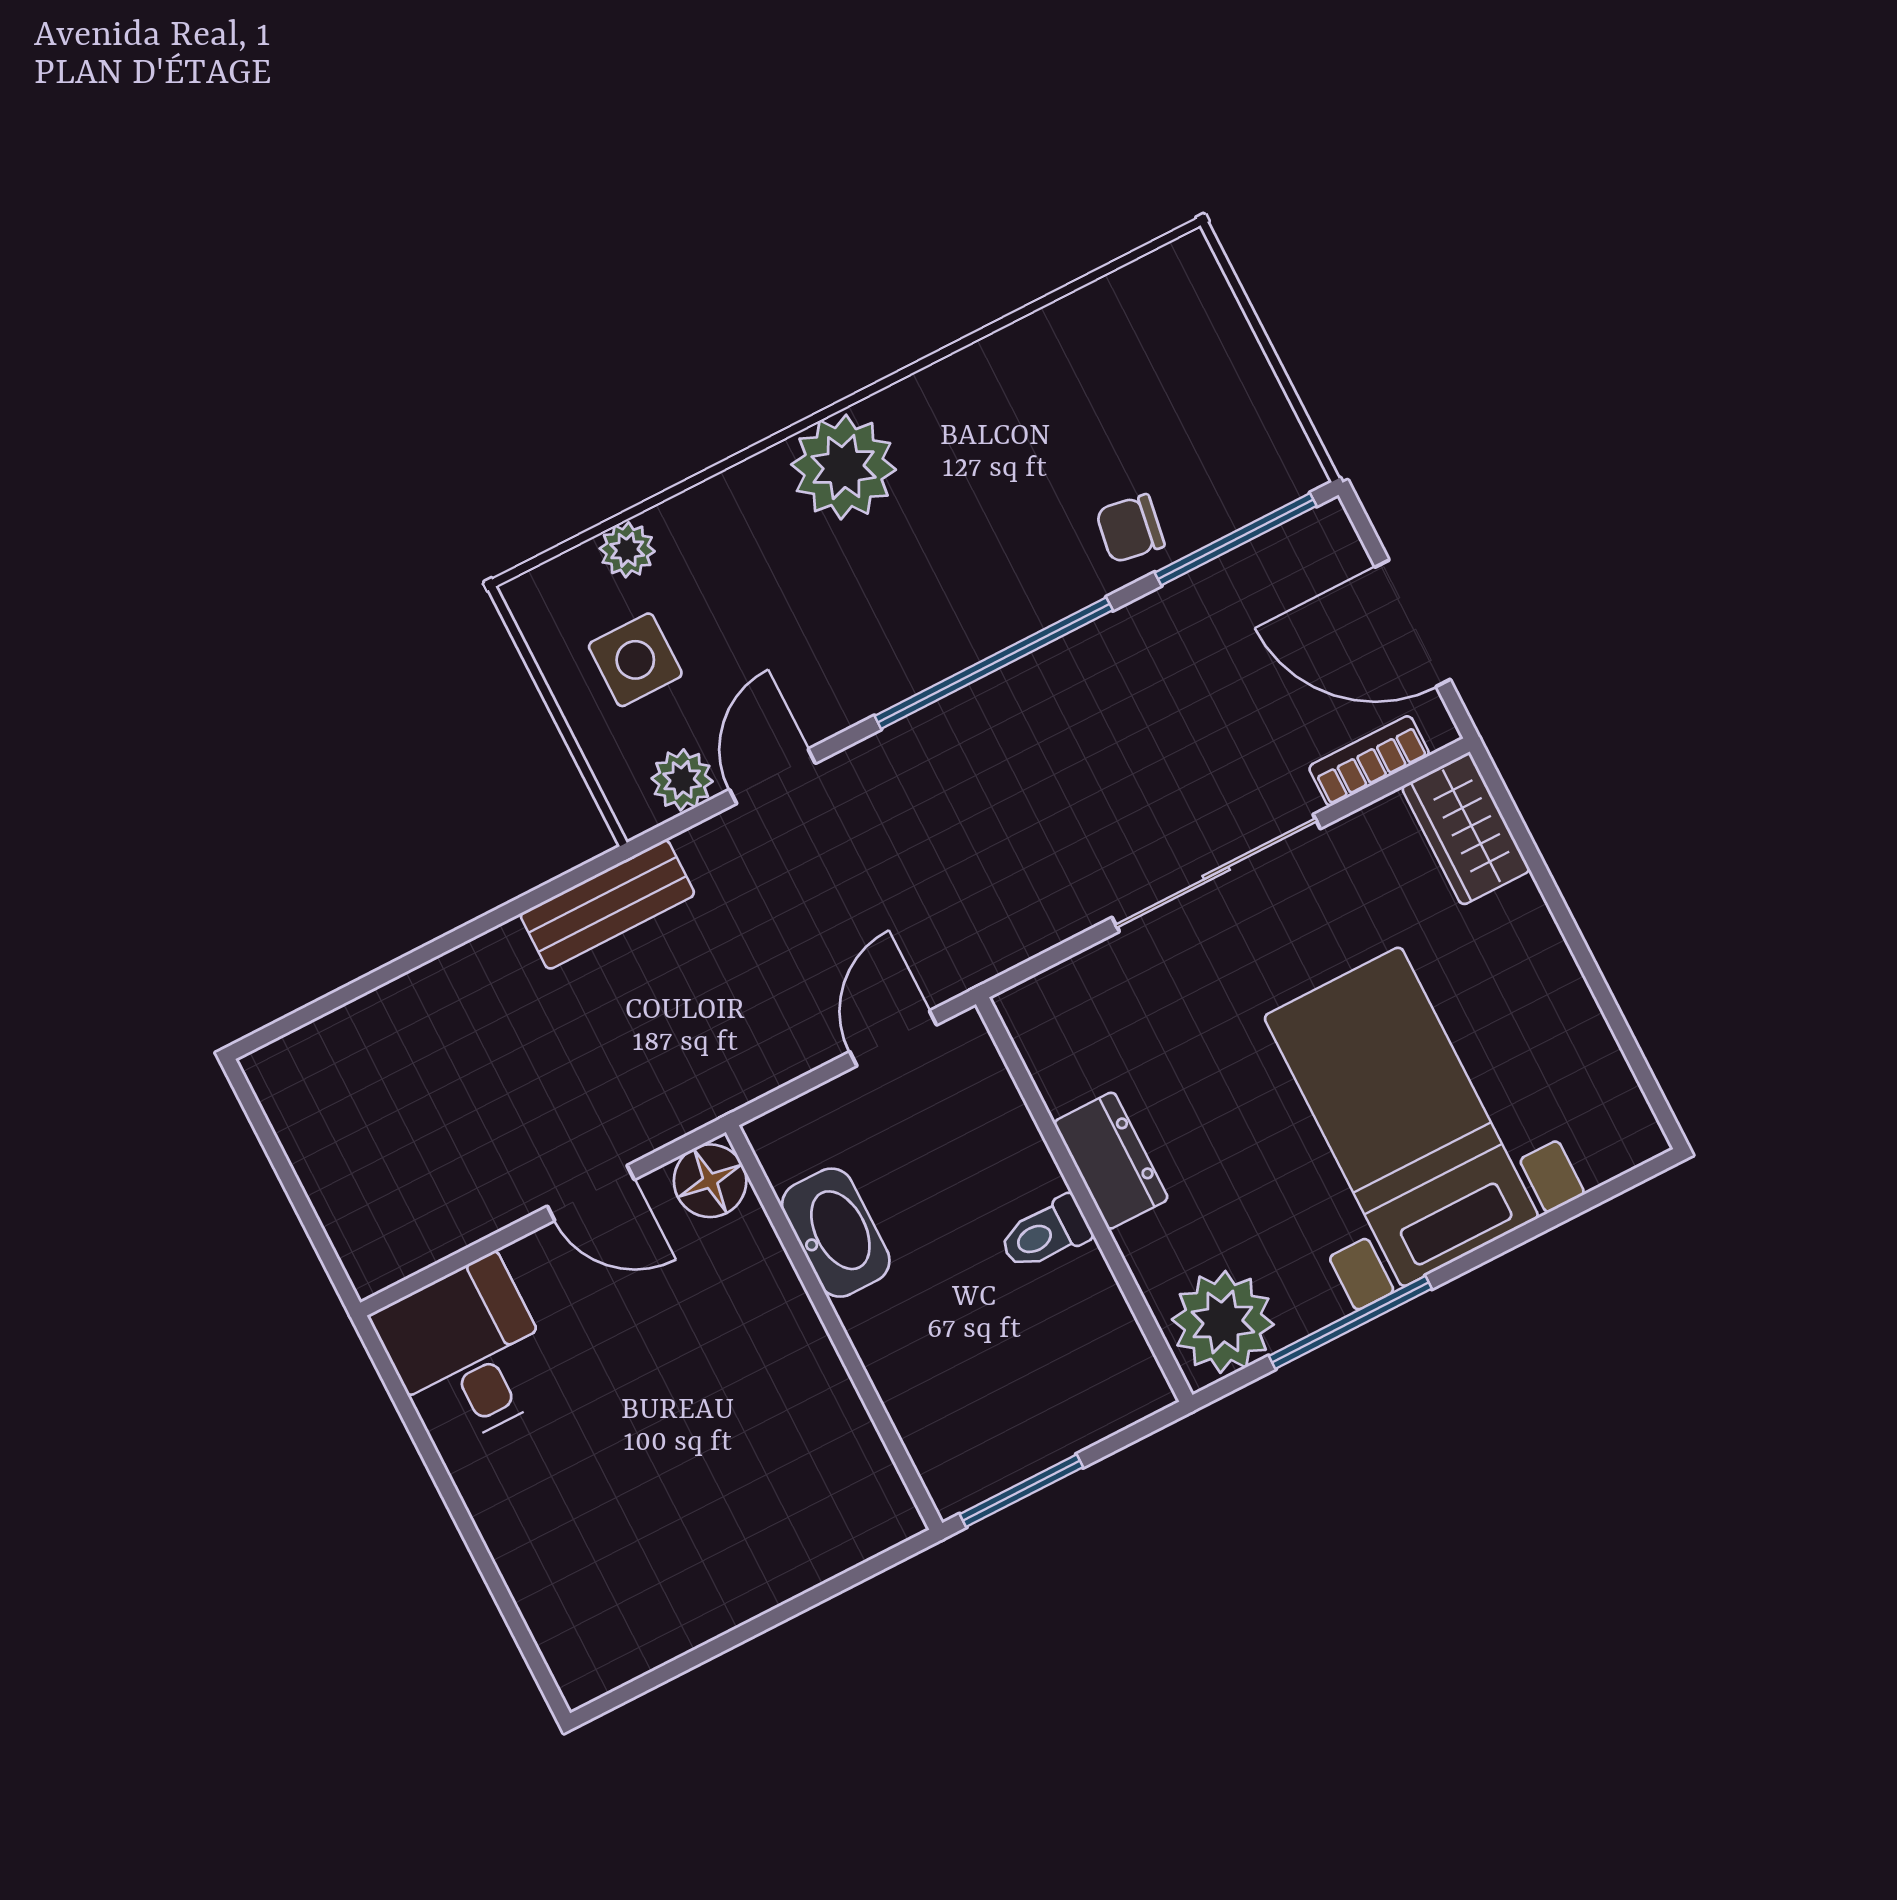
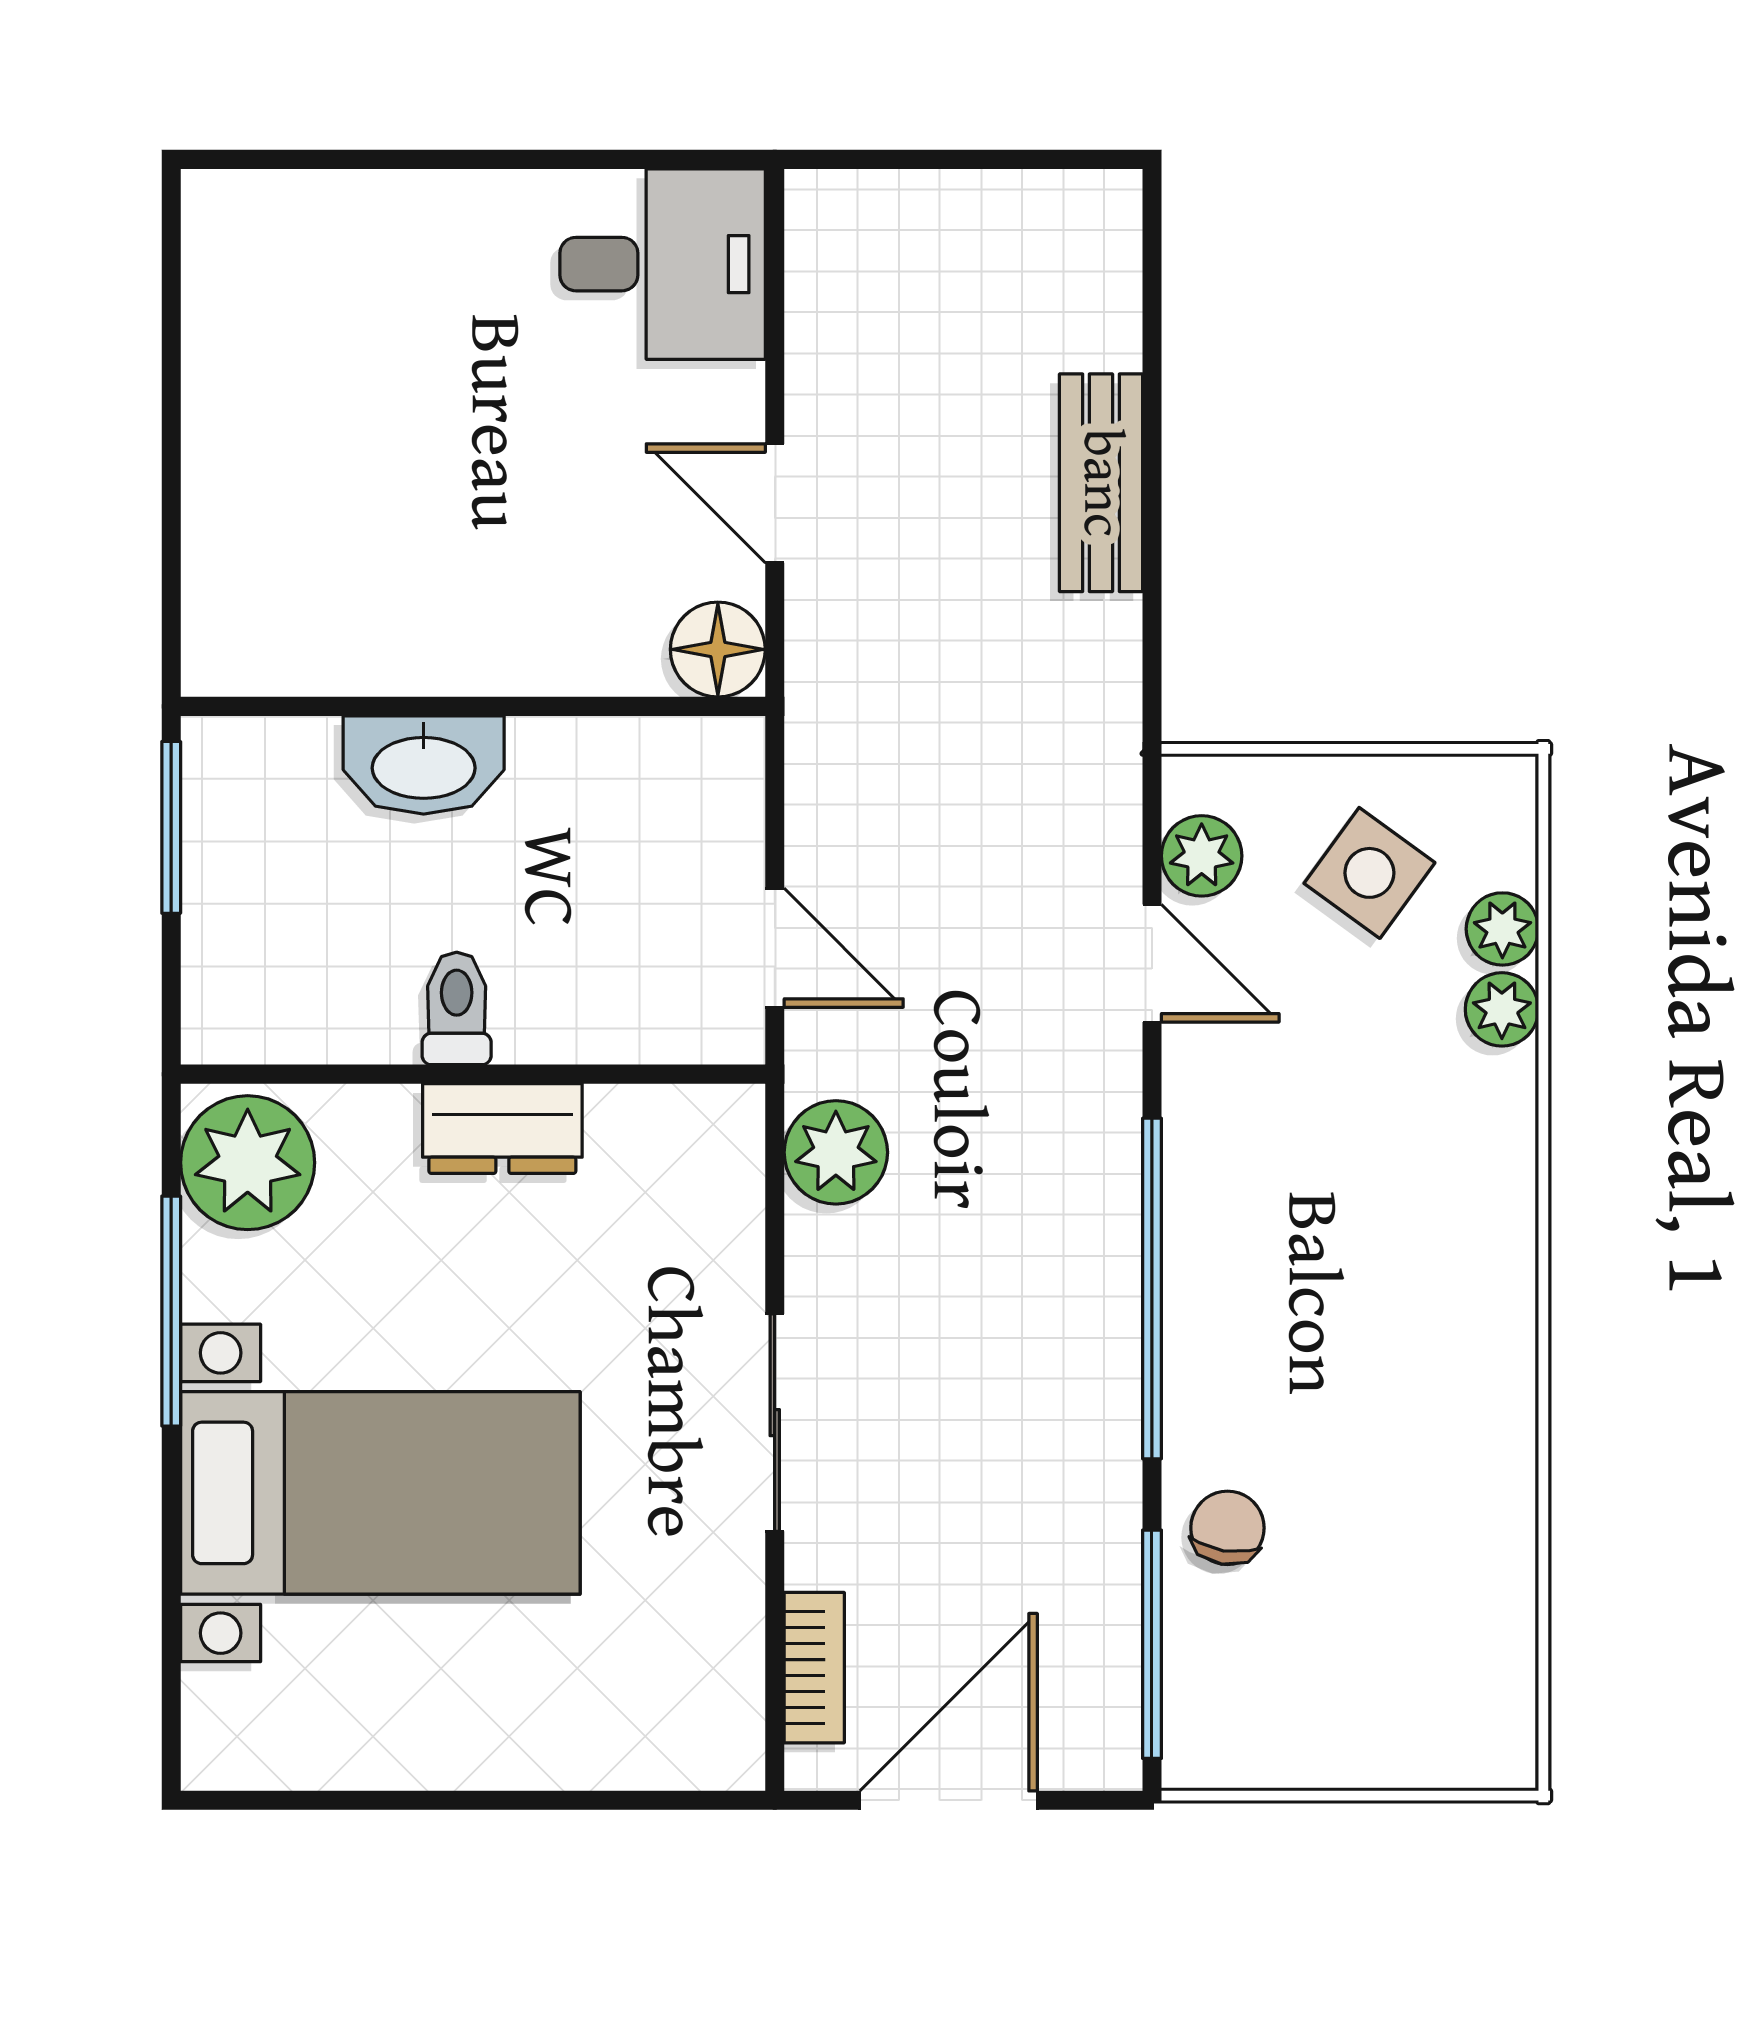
plant: (844, 467) -> (1502, 1009), moved, width x0.53, depth x0.53
side table: (635, 660) -> (1369, 873), turned 36
wardrobe: (1466, 829) -> (678, 1740), removed
sliding door: (1216, 873) -> (775, 1423), width x0.73
bench: (607, 904) -> (1101, 483), moved
plant: (1011, 925) -> (836, 1152), added
door: (591, 1193) -> (775, 503), hinge flipped
washbasin: (836, 1233) -> (424, 765), moved

